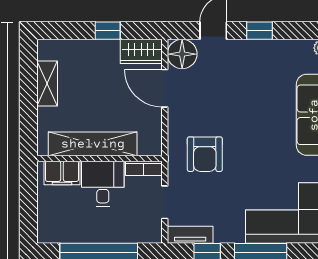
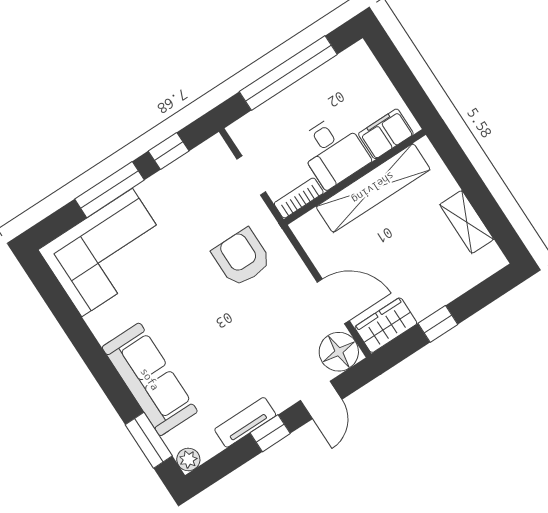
tv unit: (190, 235) -> (245, 422), moved, turned 180

